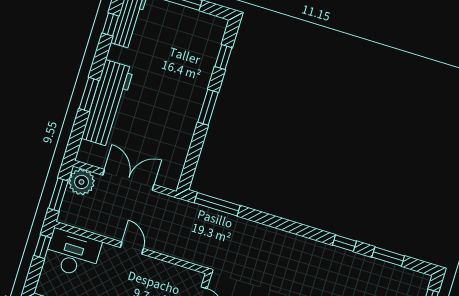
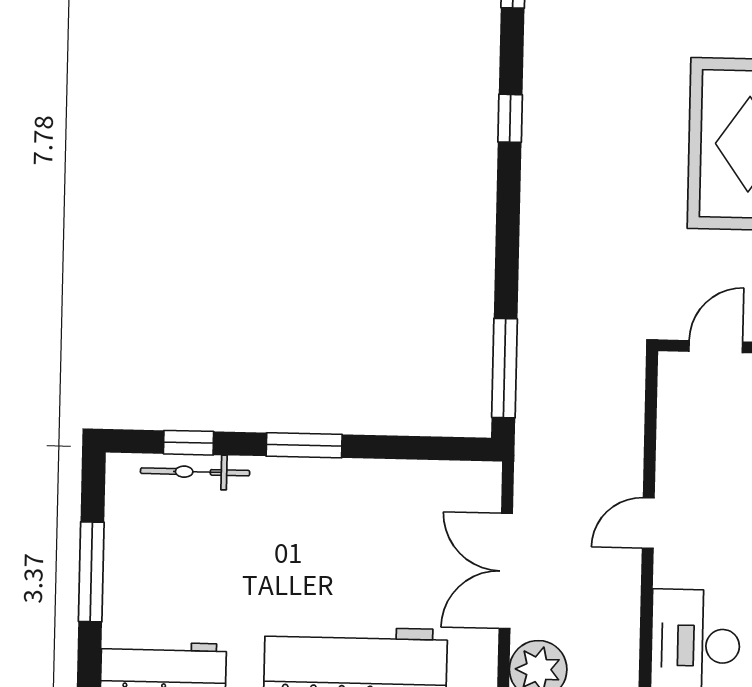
bicycle: (210, 56) -> (195, 472), added
window: (344, 243) -> (510, 118), moved

